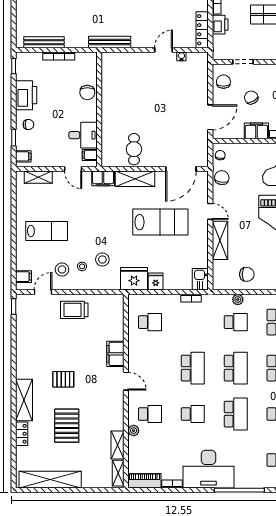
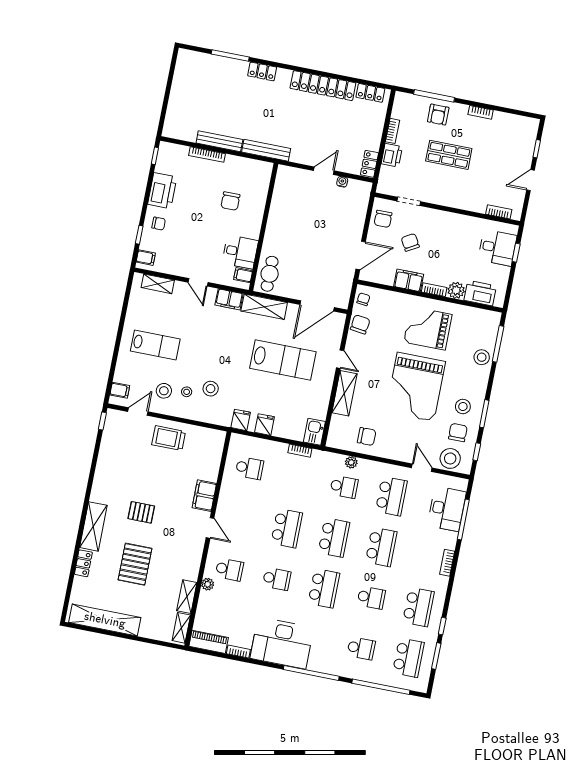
locker: (202, 30) -> (370, 164), width x0.66
bench: (44, 42) -> (219, 141), moved
chair: (223, 82) -> (383, 219), turned 180
wall: (99, 109) -> (263, 227), moved
desk: (83, 135) -> (240, 252), moved
filing cabinet: (90, 155) -> (243, 275), moved
fridge: (134, 279) -> (241, 420), width x0.53, depth x0.75

